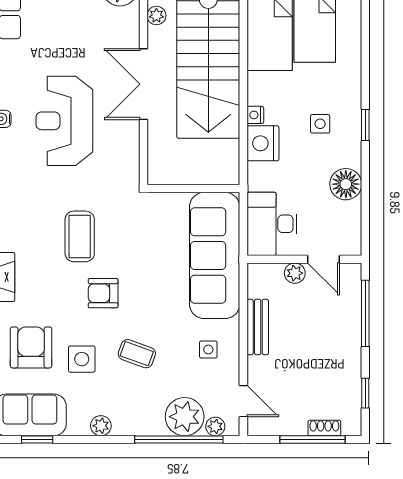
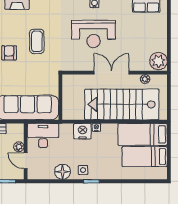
reception desk: (64, 121) -> (93, 34), turned 180
side table: (320, 124) -> (83, 170), moved
coffee table: (80, 236) -> (37, 41), turned 90
door: (324, 259) -> (26, 161), hinge flipped

